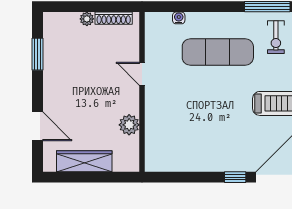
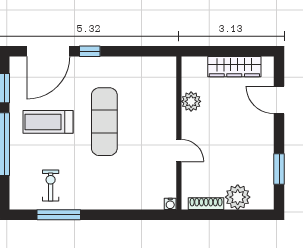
water cooler: (179, 18) -> (170, 204), moved
plant: (87, 19) -> (238, 197), width x1.87, depth x1.87
exercise mat: (218, 52) -> (104, 122), moved, turned 90

